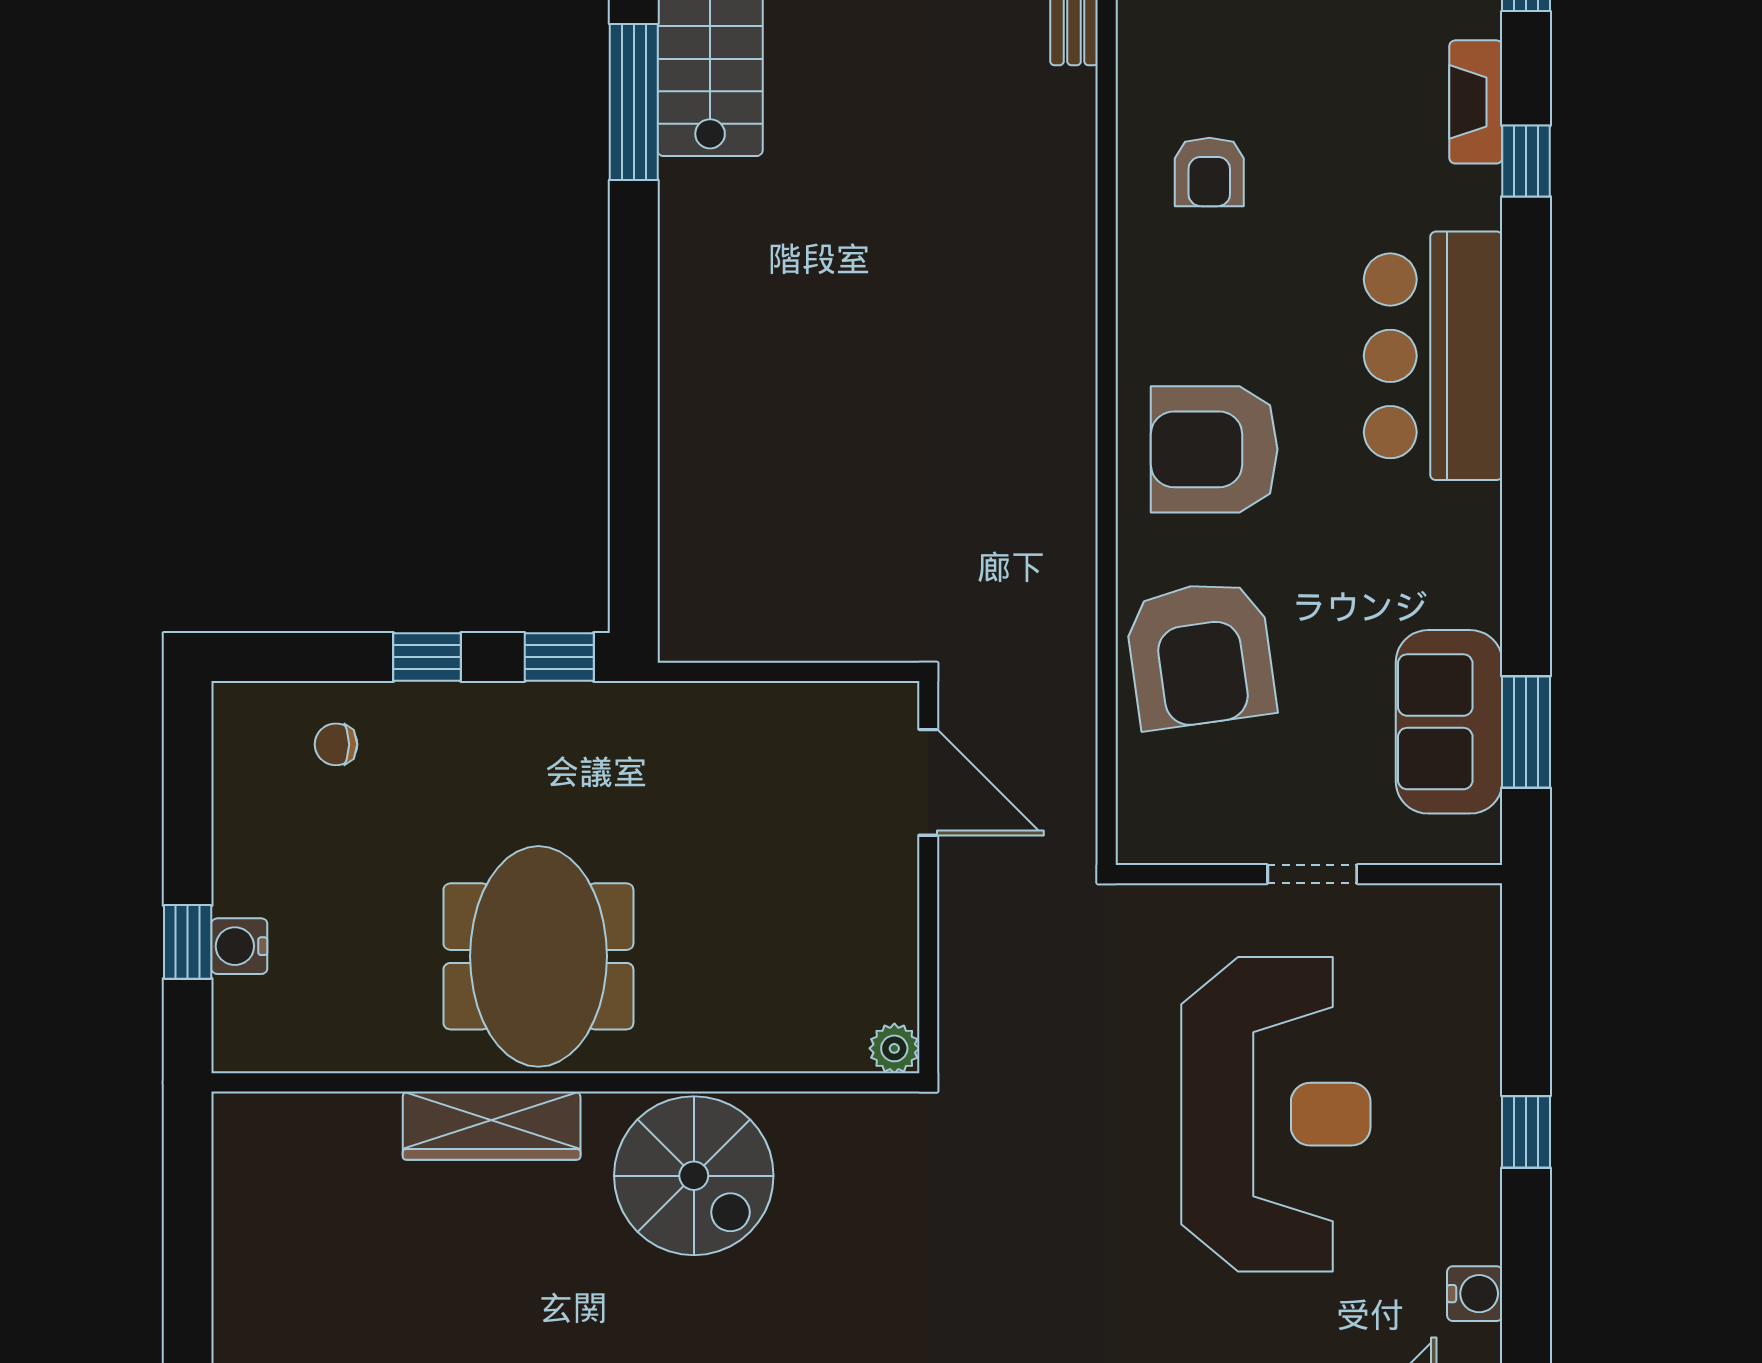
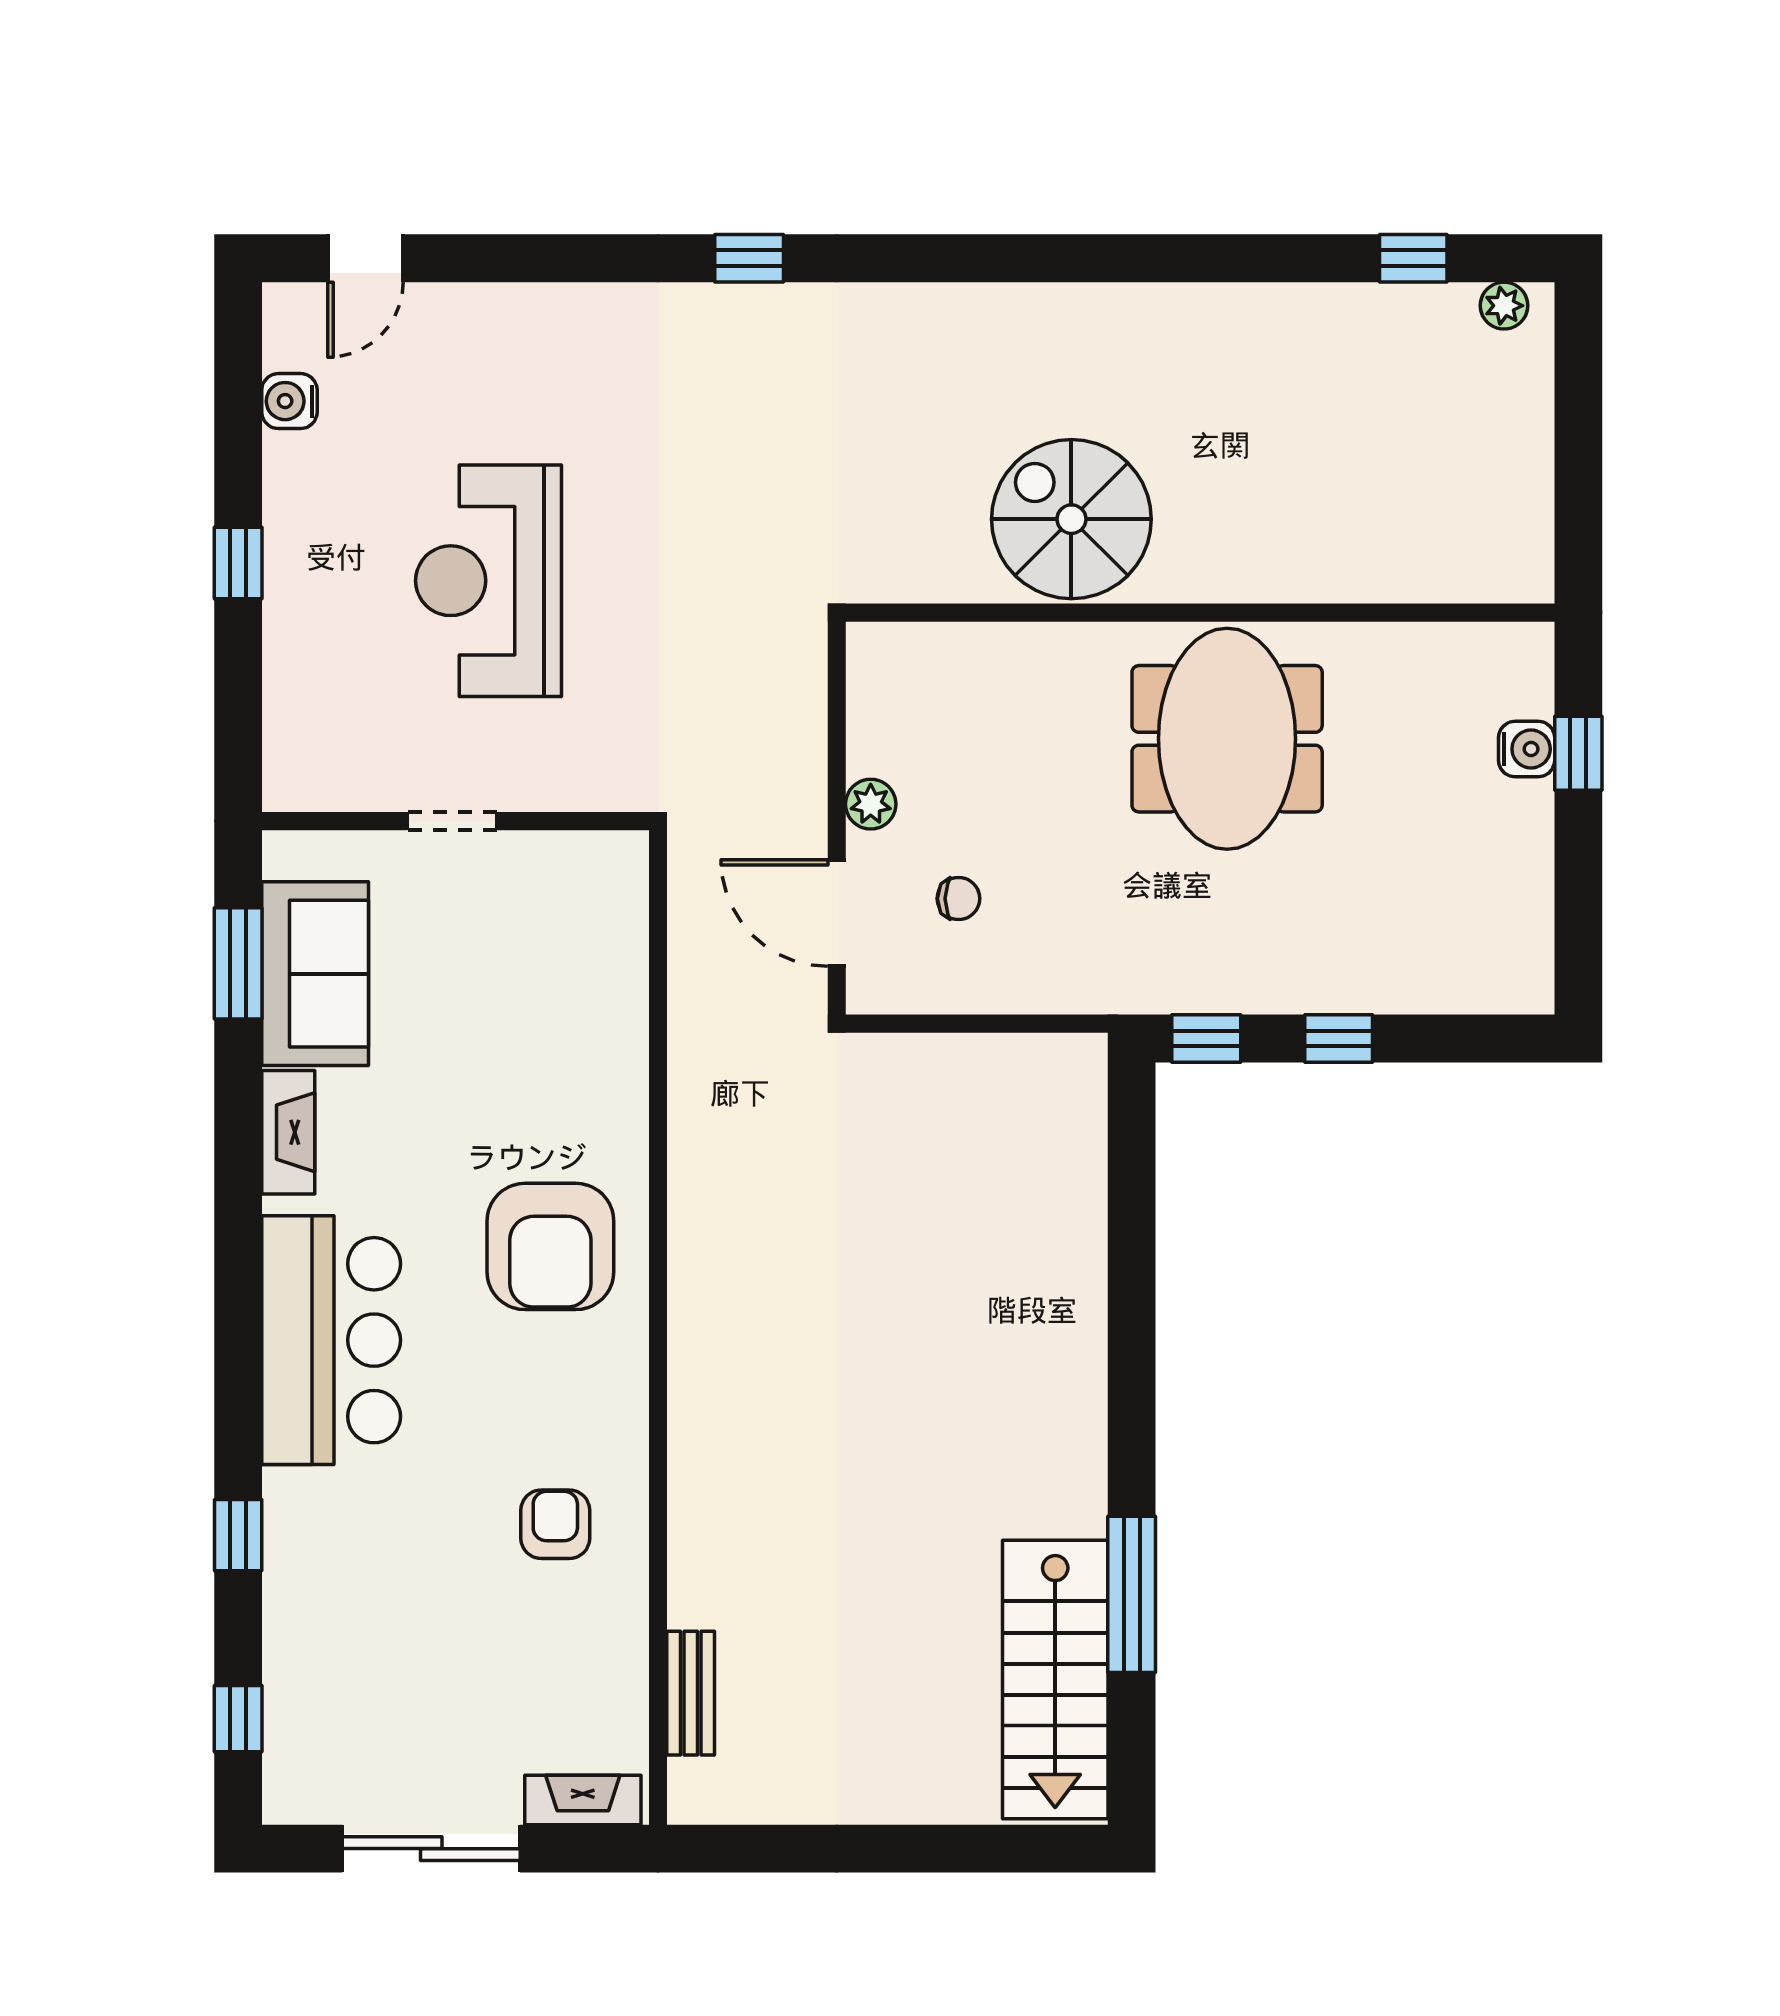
fireplace: (1476, 102) -> (288, 1132), moved
armchair: (1214, 449) -> (550, 1246), turned 90
armchair: (1200, 654) -> (564, 1041), removed
chair: (336, 744) -> (958, 899), moved
plant: (894, 1048) -> (871, 804), moved
reception desk: (1276, 1114) -> (489, 581), width x0.74, depth x0.77
wardrobe: (492, 1126) -> (1274, 569), removed

